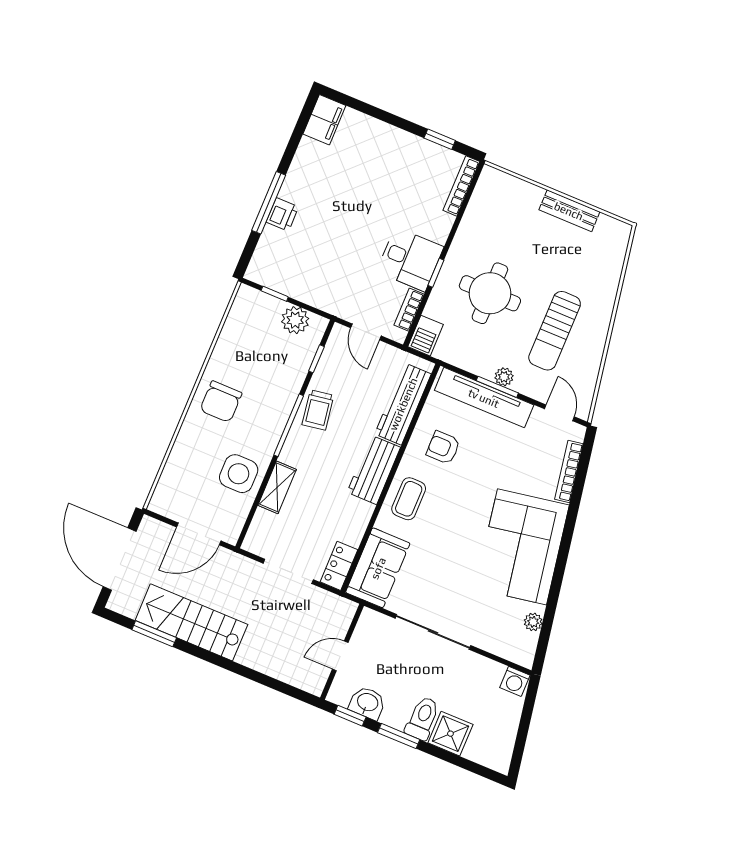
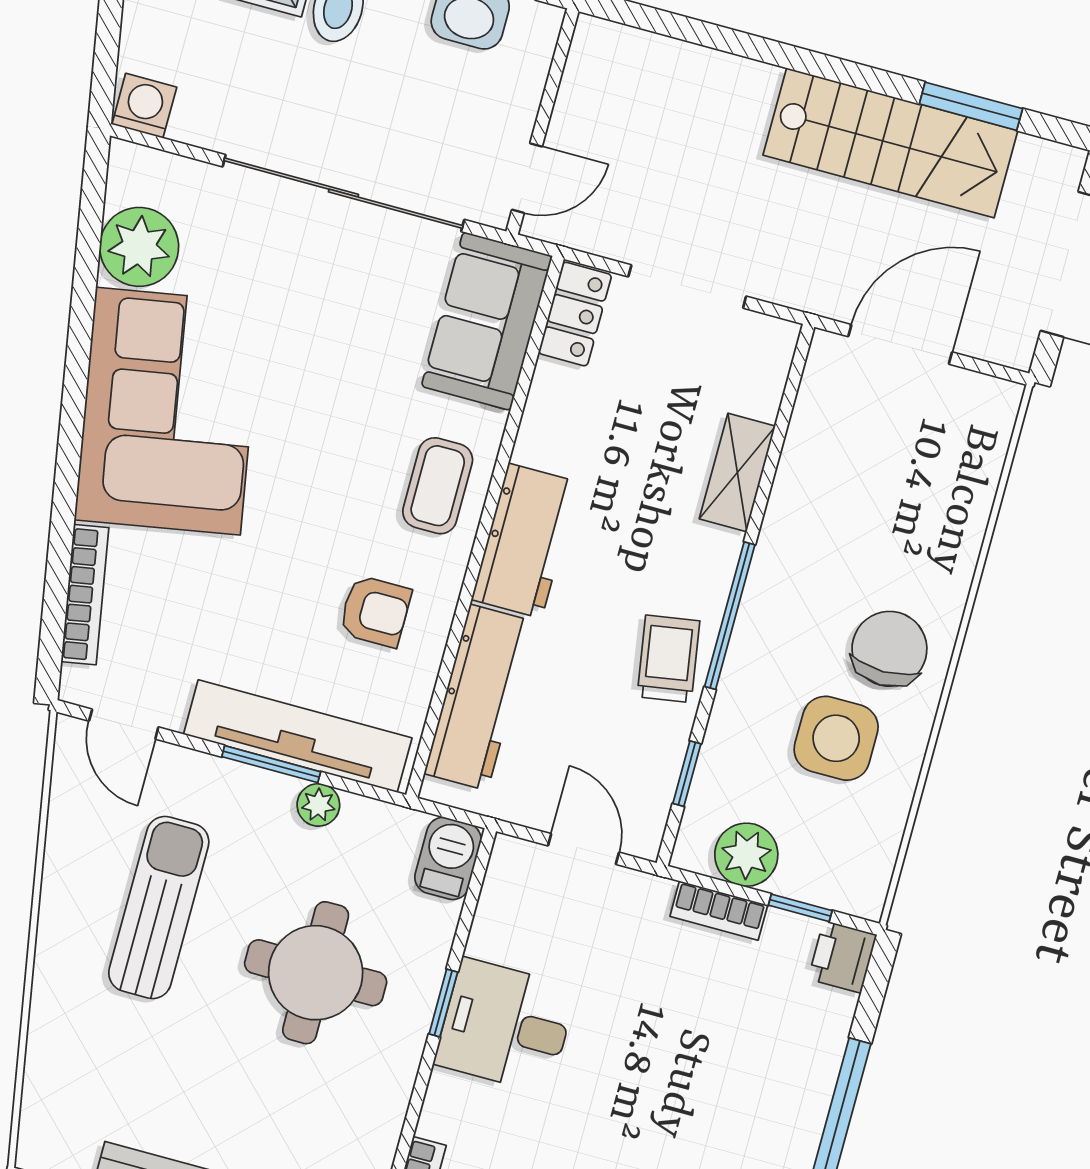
printer: (282, 214) -> (842, 957), moved
bookcase: (409, 310) -> (719, 911), moved, turned 90
plant: (504, 377) -> (318, 805), moved
side table: (239, 474) -> (836, 738), moved
plant: (533, 622) -> (139, 247), width x1.88, depth x1.88
sliding door: (433, 632) -> (343, 193), width x1.36
door: (340, 656) -> (527, 178), moved

